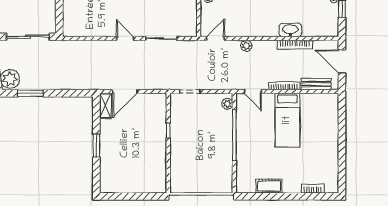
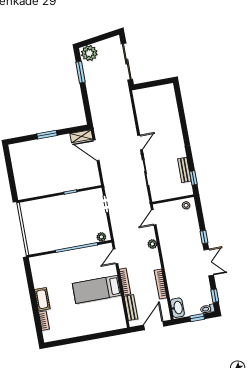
washbasin: (290, 30) -> (177, 308), moved
door: (216, 39) -> (154, 217), swing flipped
cot: (269, 186) -> (42, 299), moved

